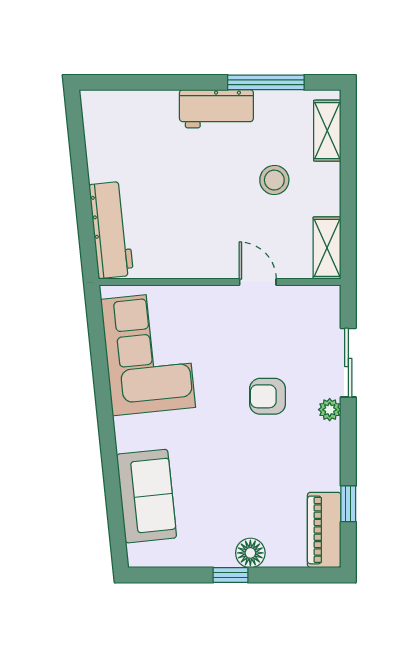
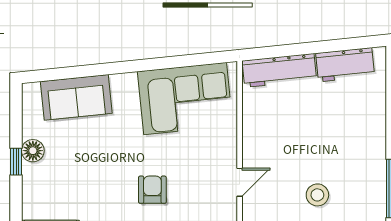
workbench: (216, 109) -> (345, 65), moved, turned -96
floor lamp: (250, 553) -> (33, 151), moved

